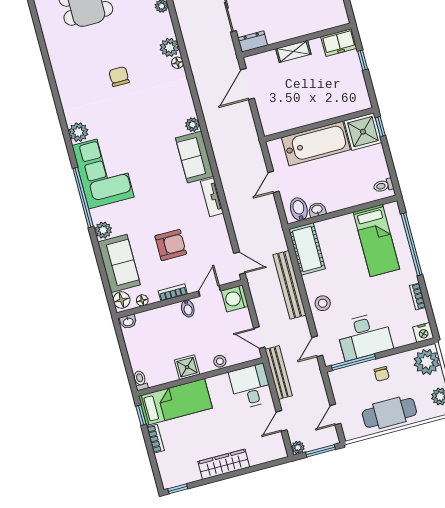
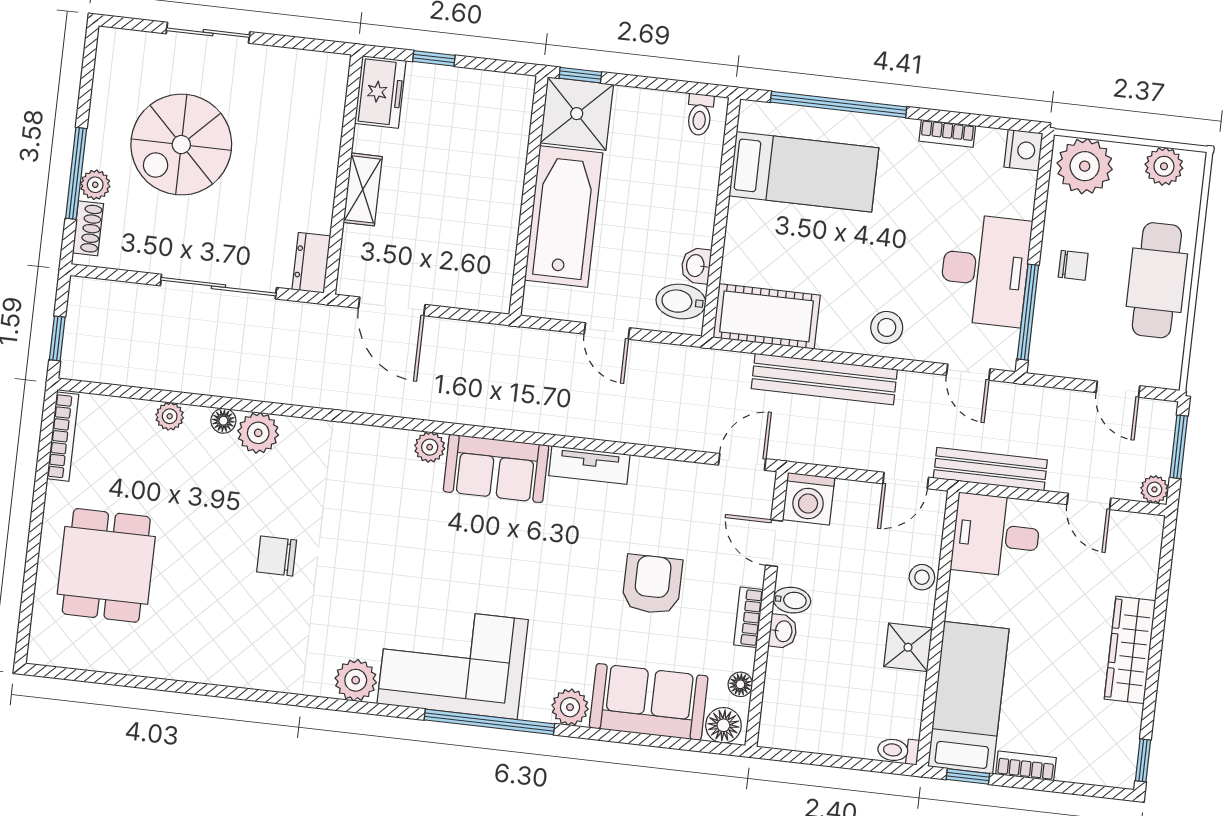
floor lamp: (177, 63) -> (223, 421), moved
washbasin: (128, 322) -> (783, 631), moved

